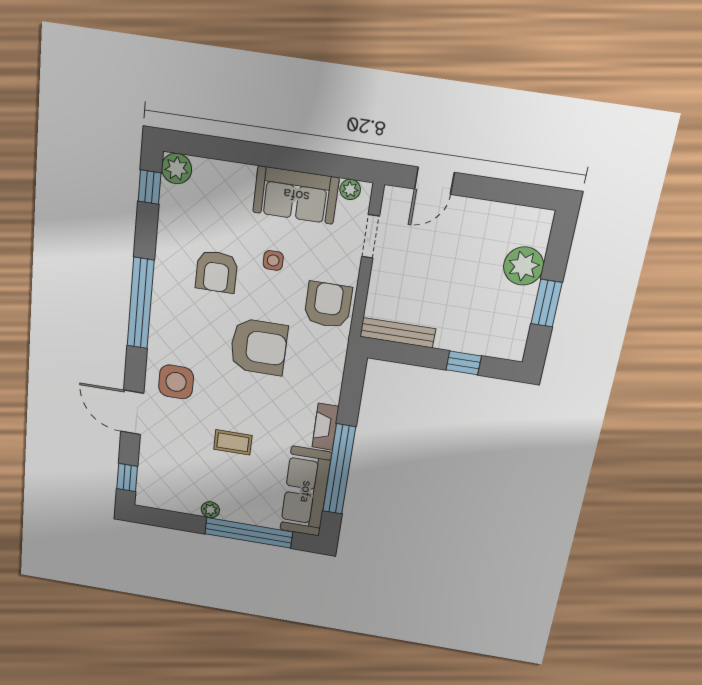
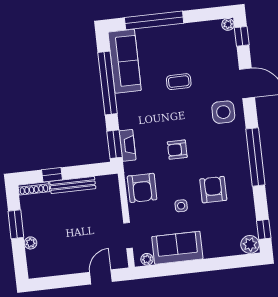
plant: (524, 266) -> (31, 243), width x0.53, depth x0.53
bench: (398, 333) -> (73, 185), moved
armchair: (259, 347) -> (177, 150), width x0.53, depth x0.53
shoe rack: (499, 350) -> (34, 188), added
window: (353, 381) -> (115, 144), added
fireplace: (325, 427) -> (128, 145), moved
plant: (210, 510) -> (228, 24), moved

